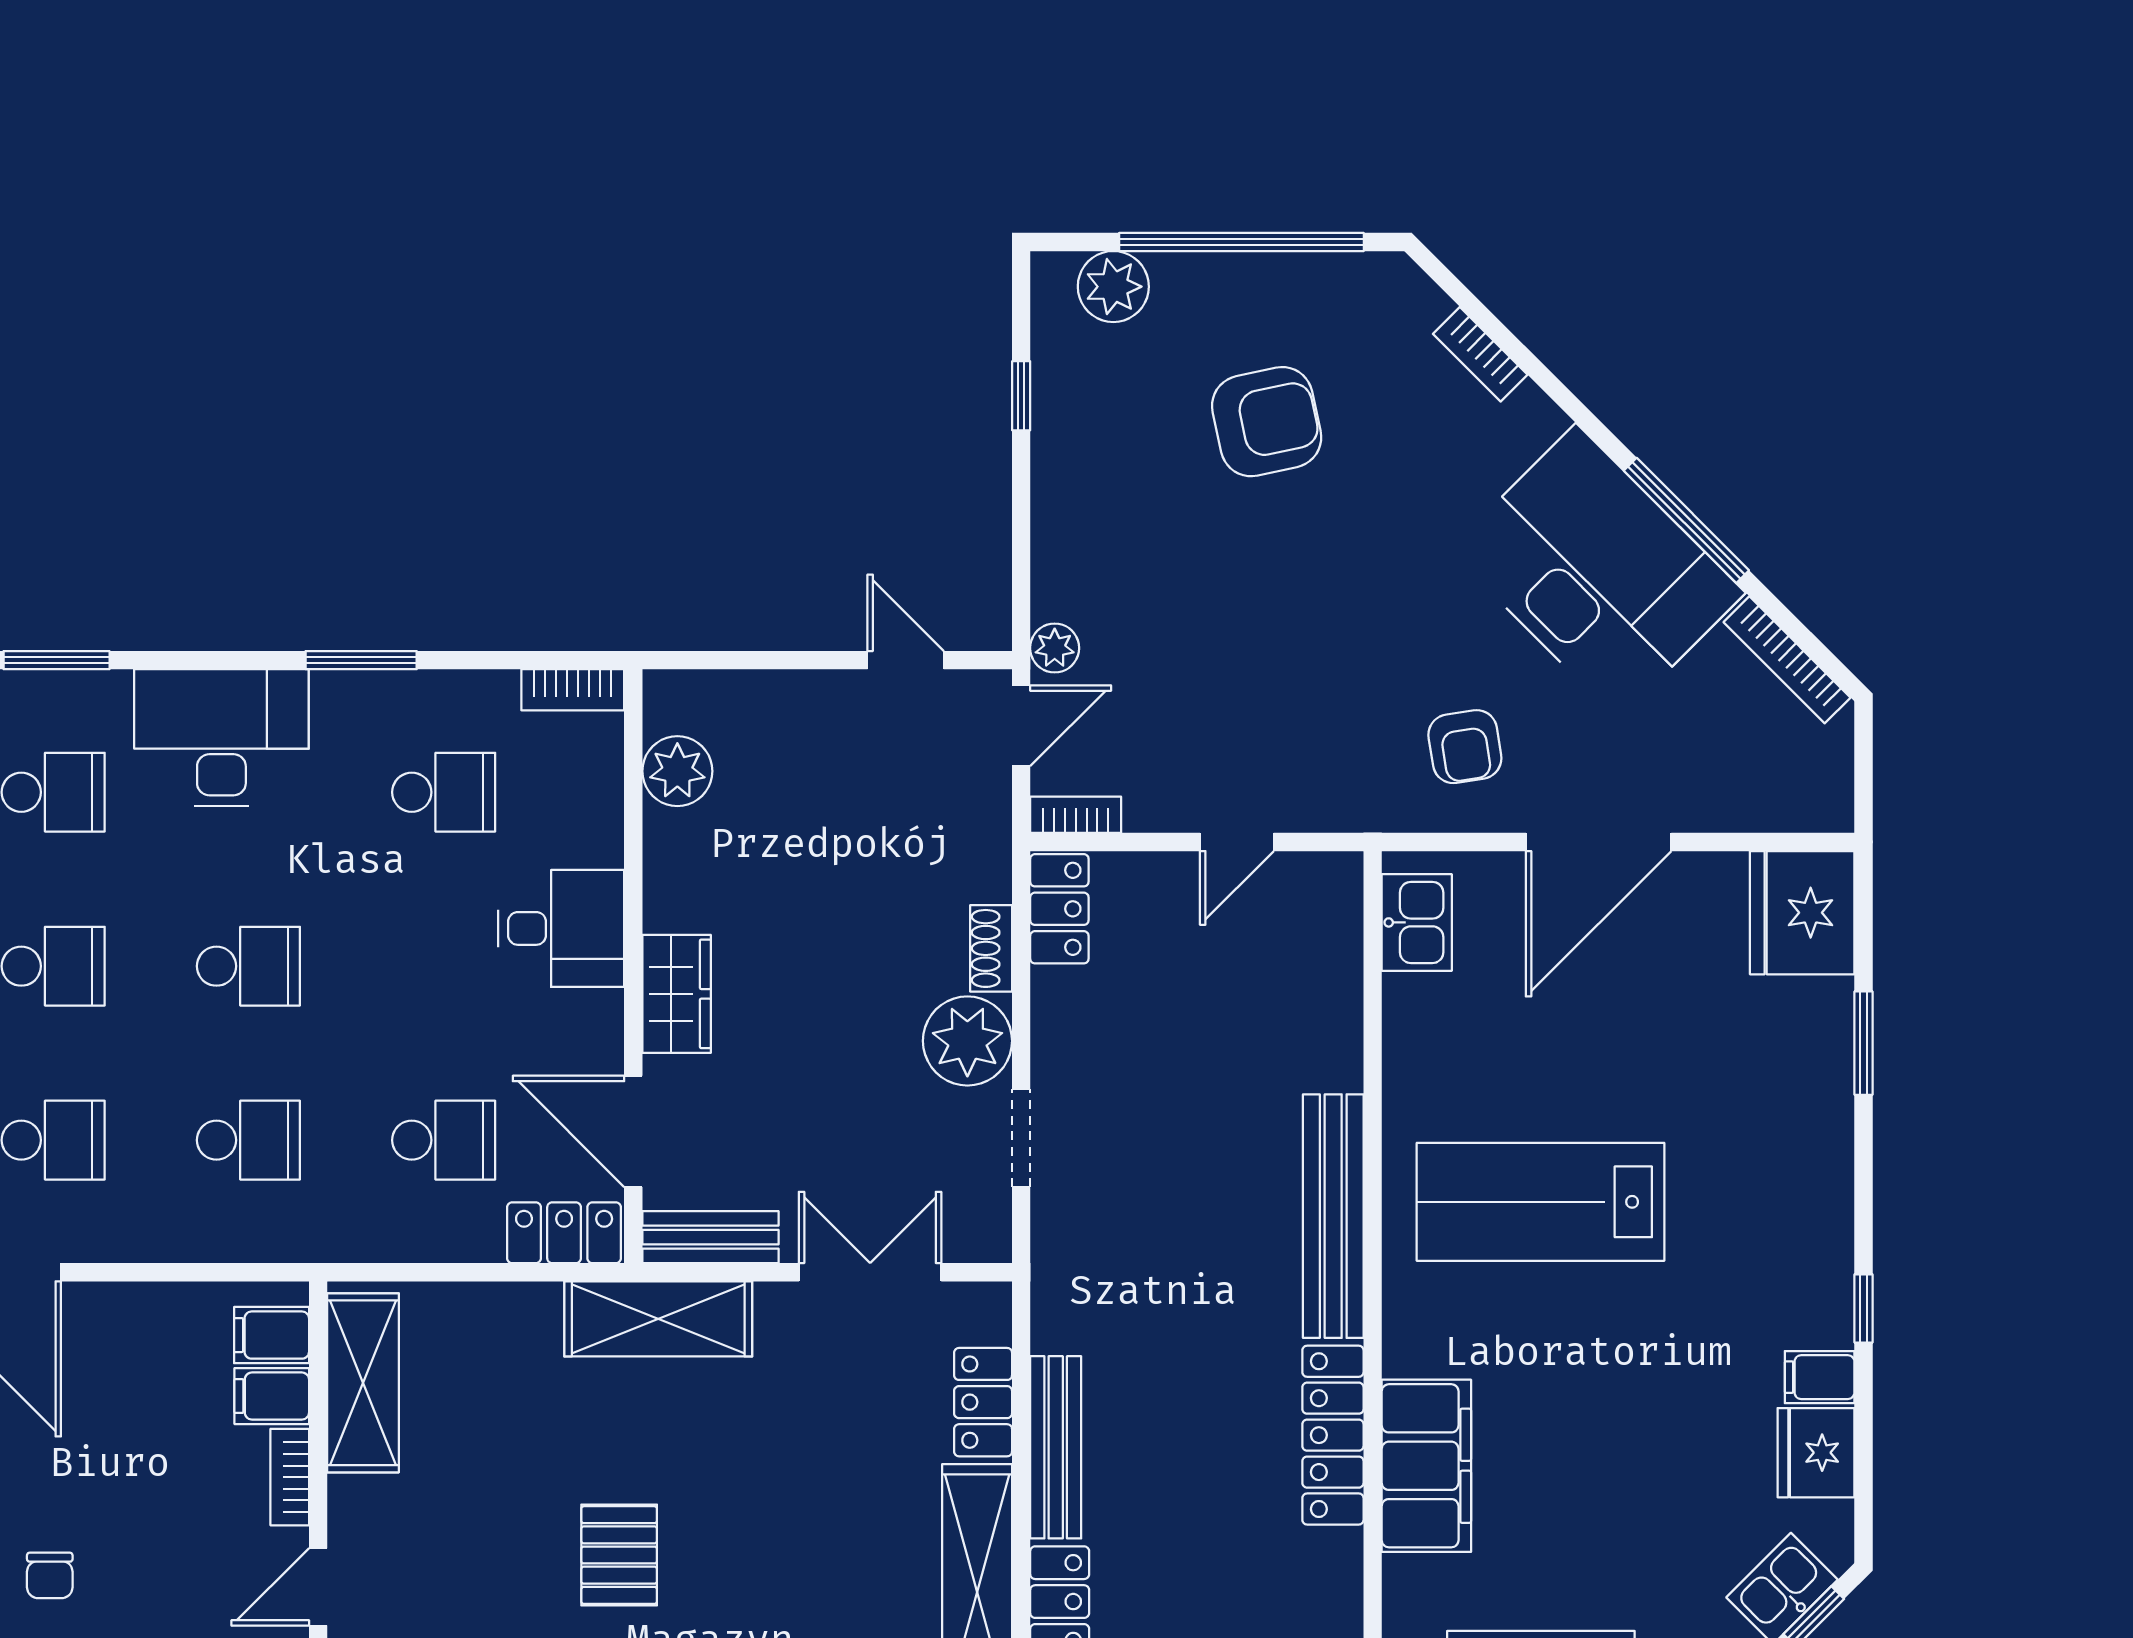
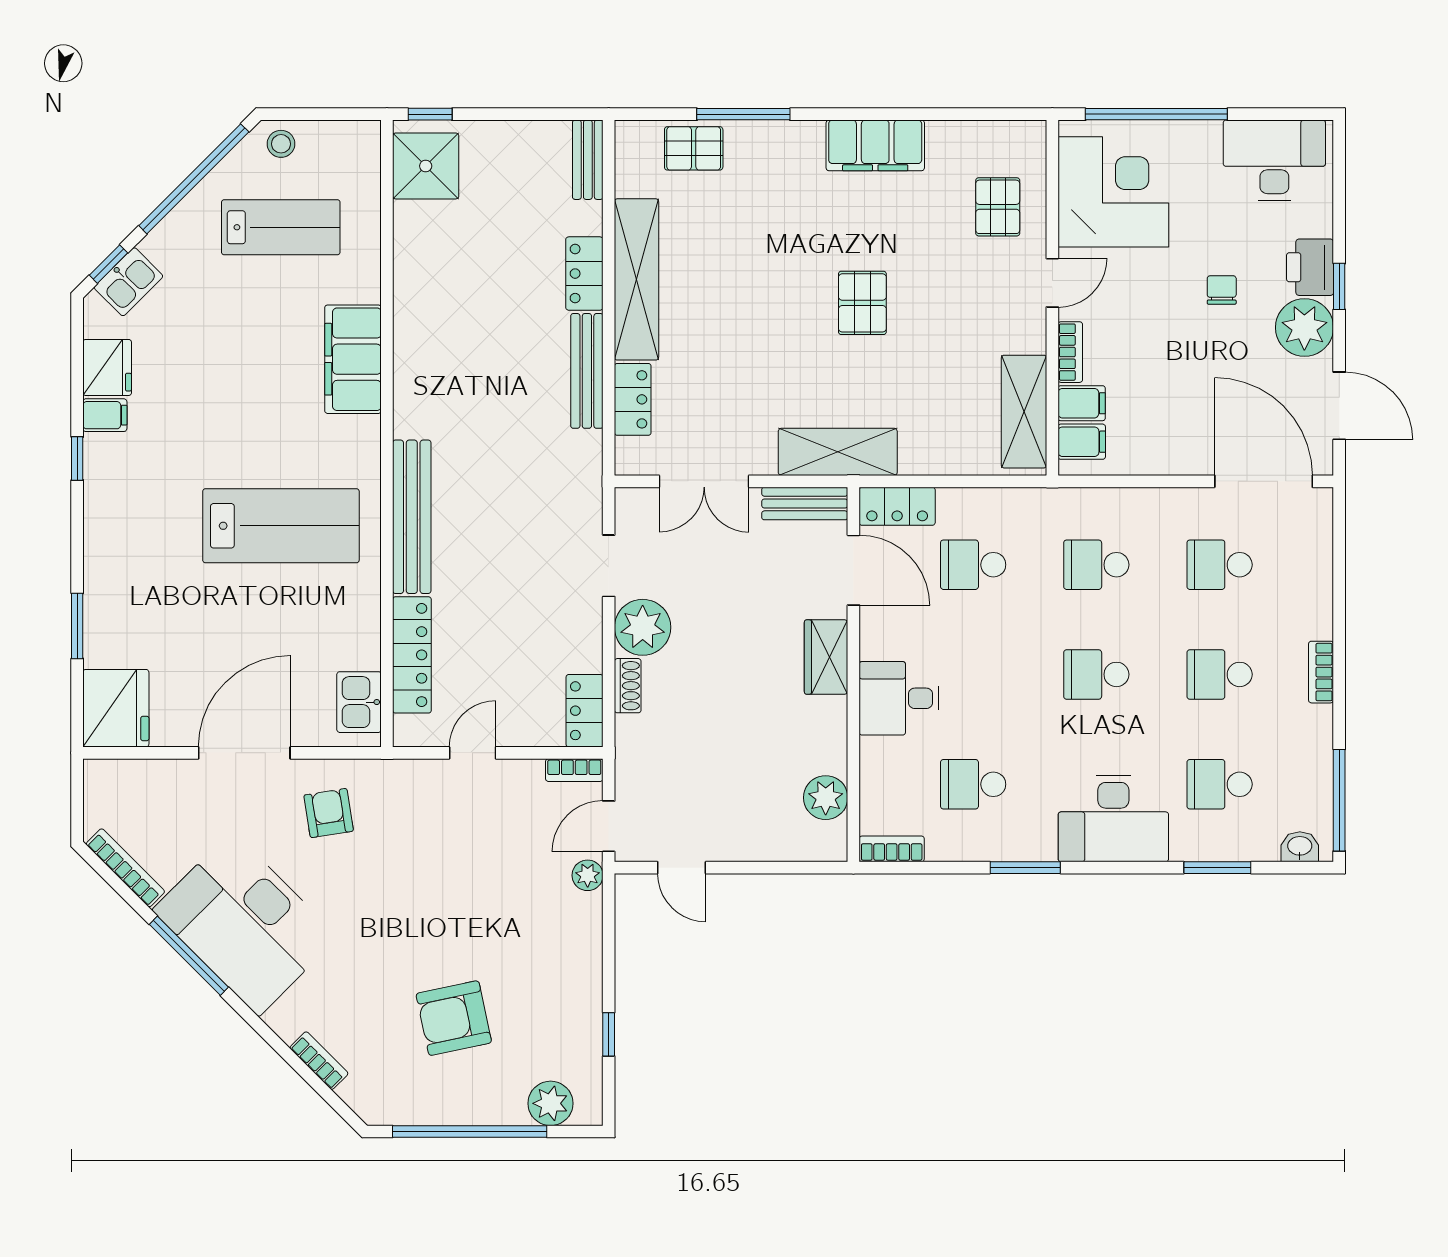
locker: (1333, 1435) -> (412, 655), moved

